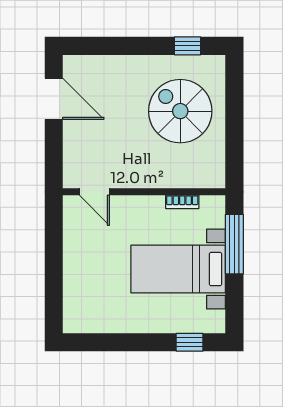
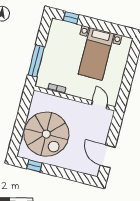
spiral stairs: (180, 111) -> (46, 134), width x1.37, depth x1.37
bed with nightstands: (178, 269) -> (96, 54), moved, turned 90

